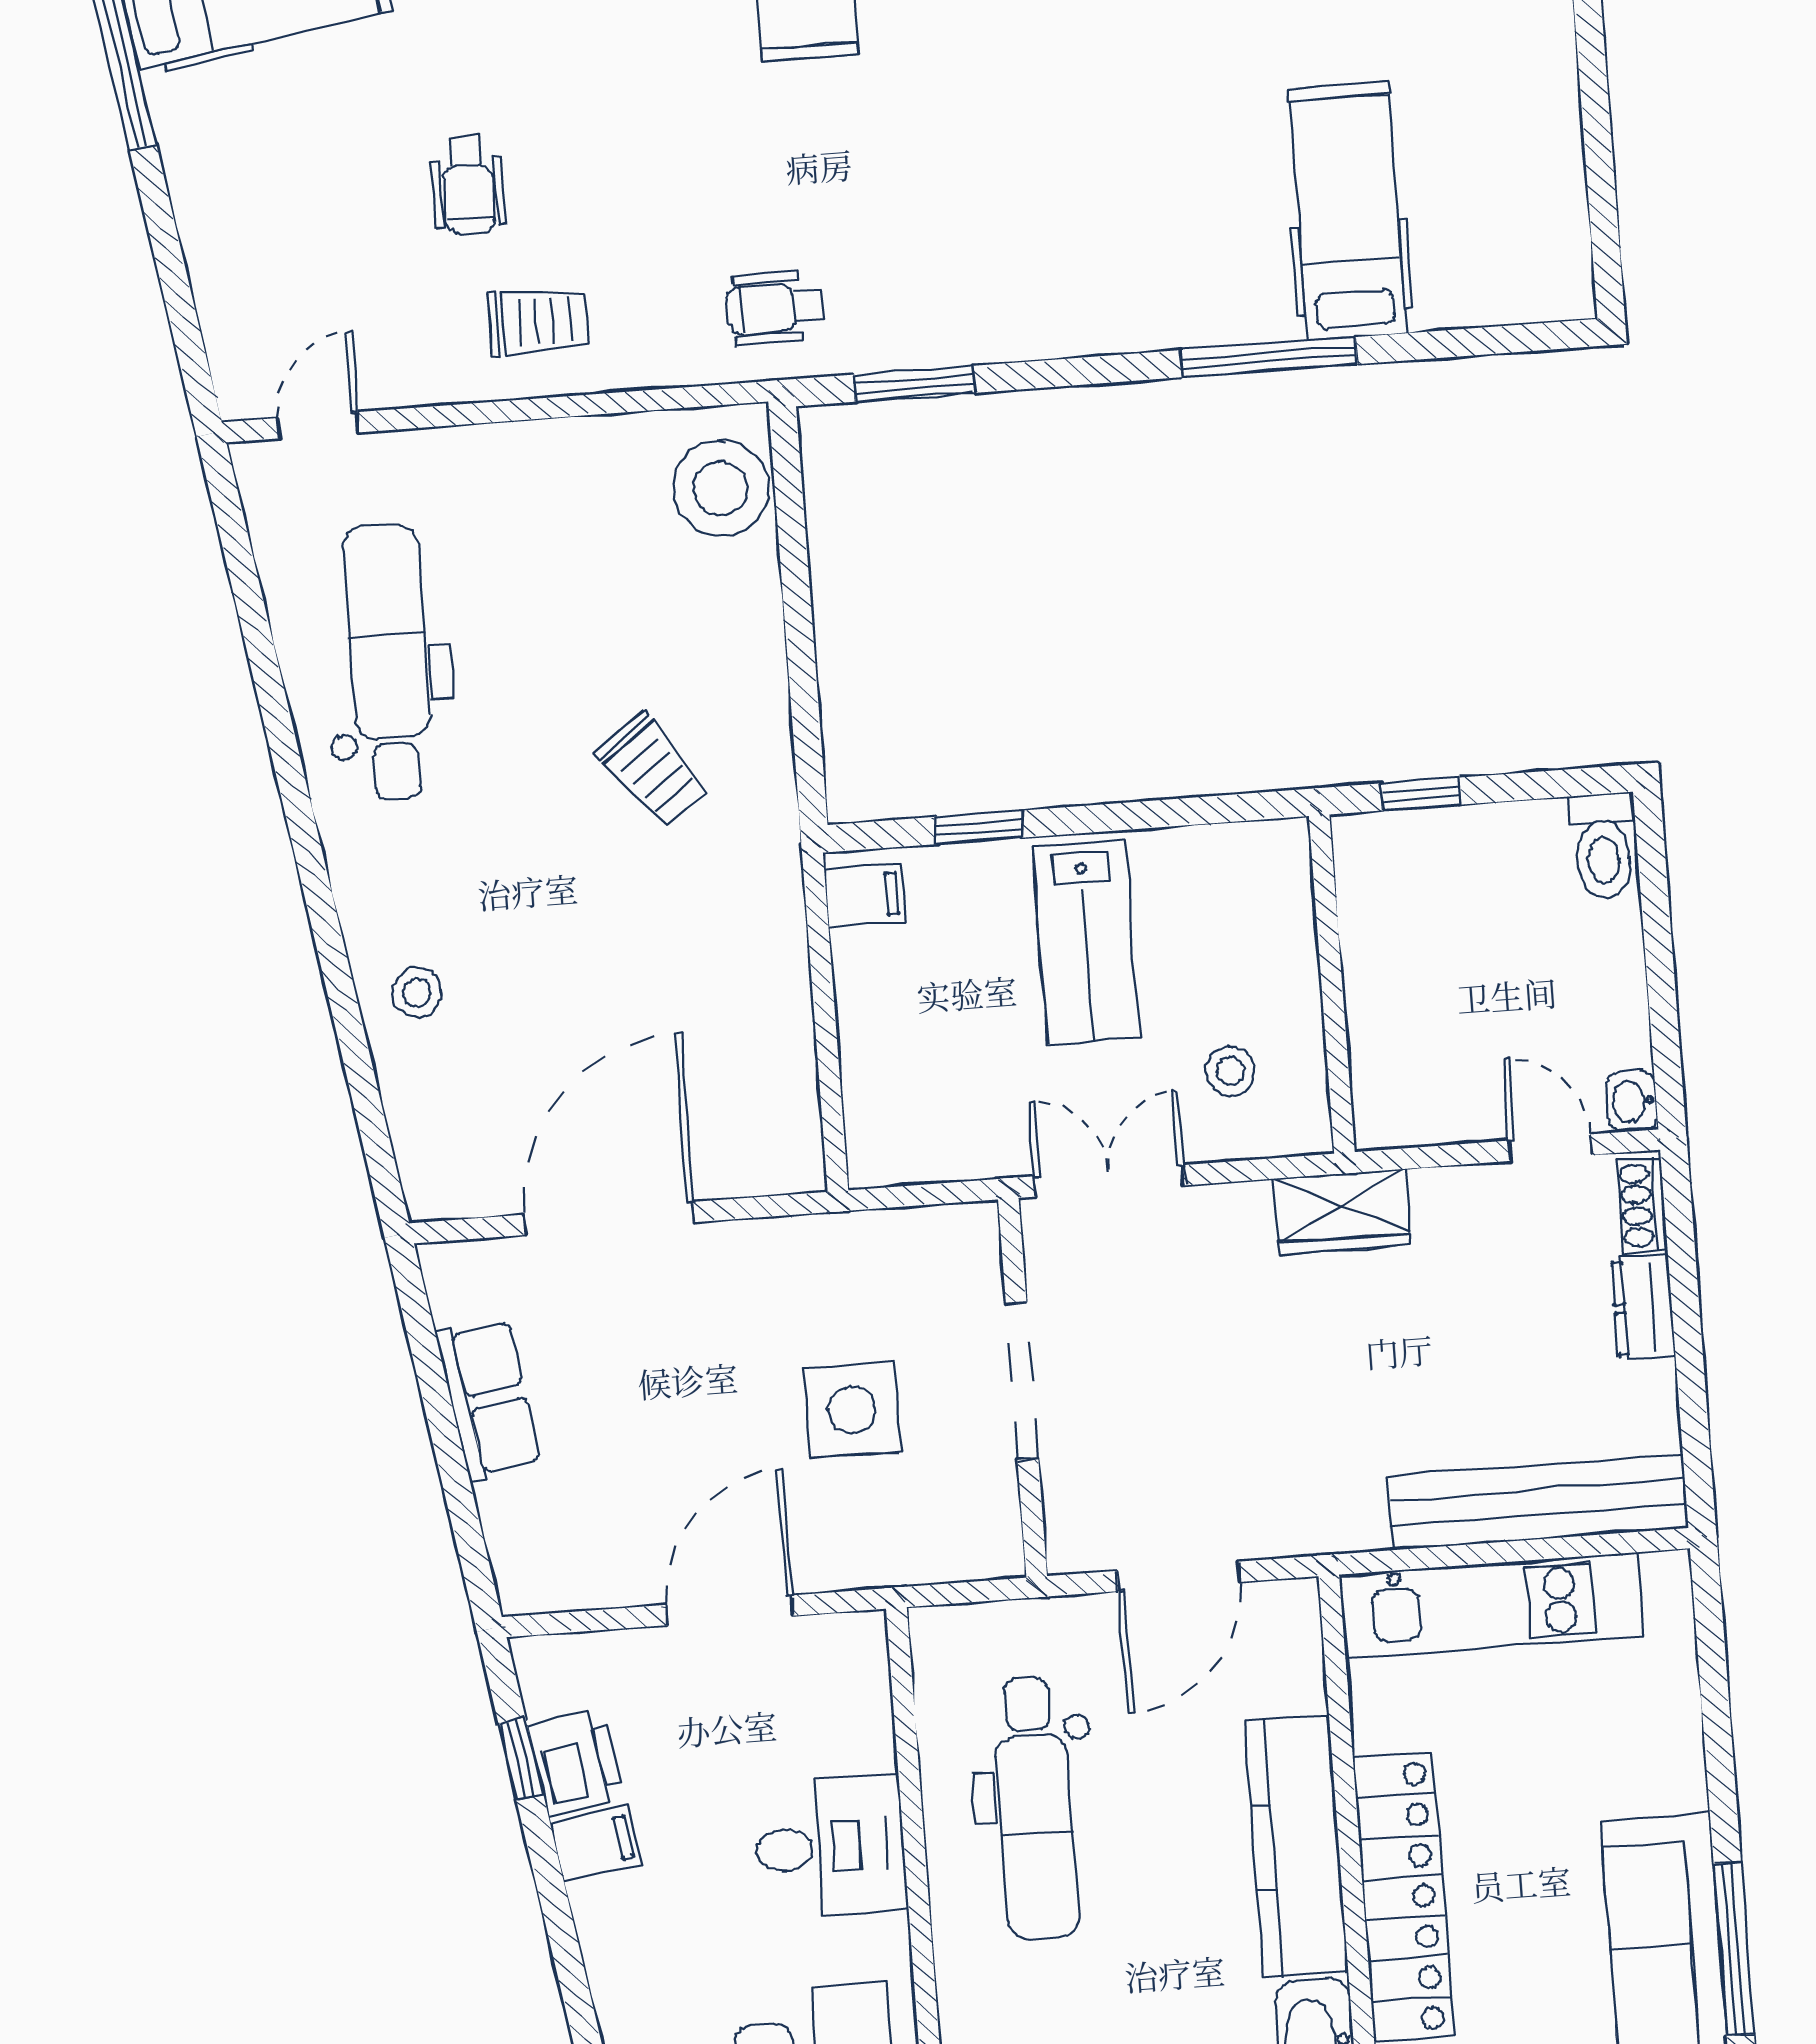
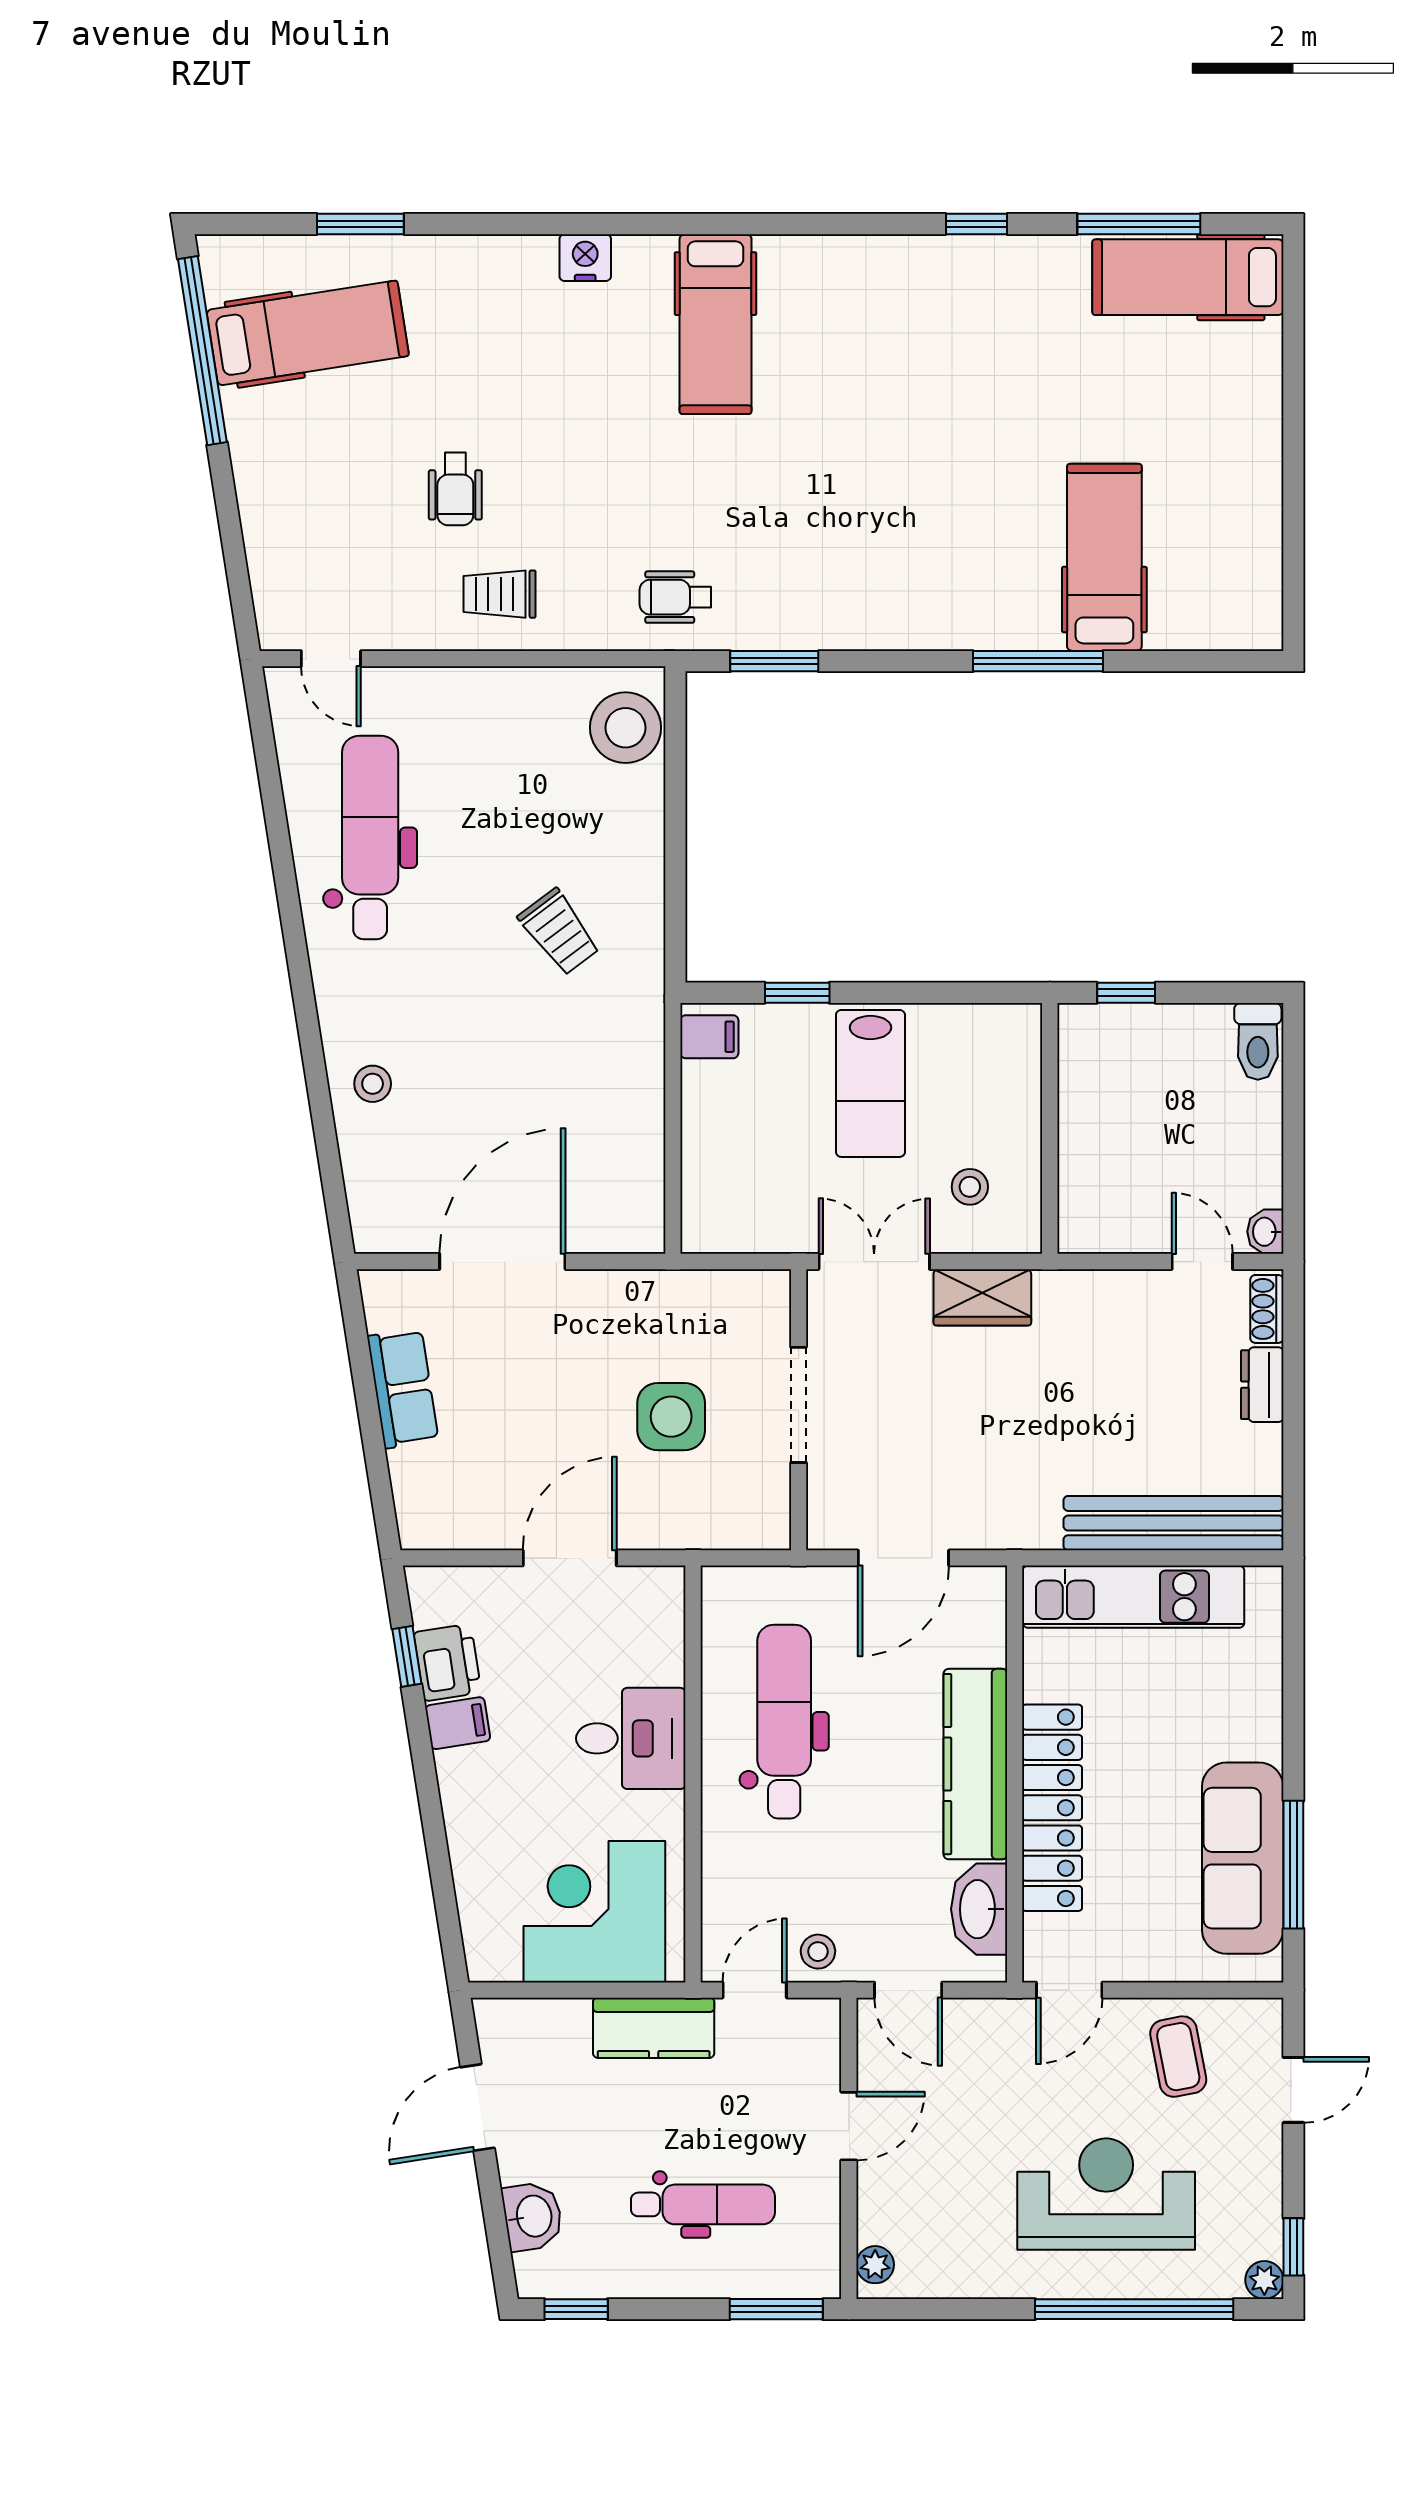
trolley: (538, 321) -> (500, 594), turned 180
door: (318, 425) -> (331, 659), swing flipped
wardrobe: (1342, 1212) -> (982, 1297), moved
dental chair: (1035, 1809) -> (784, 1722), turned 180

